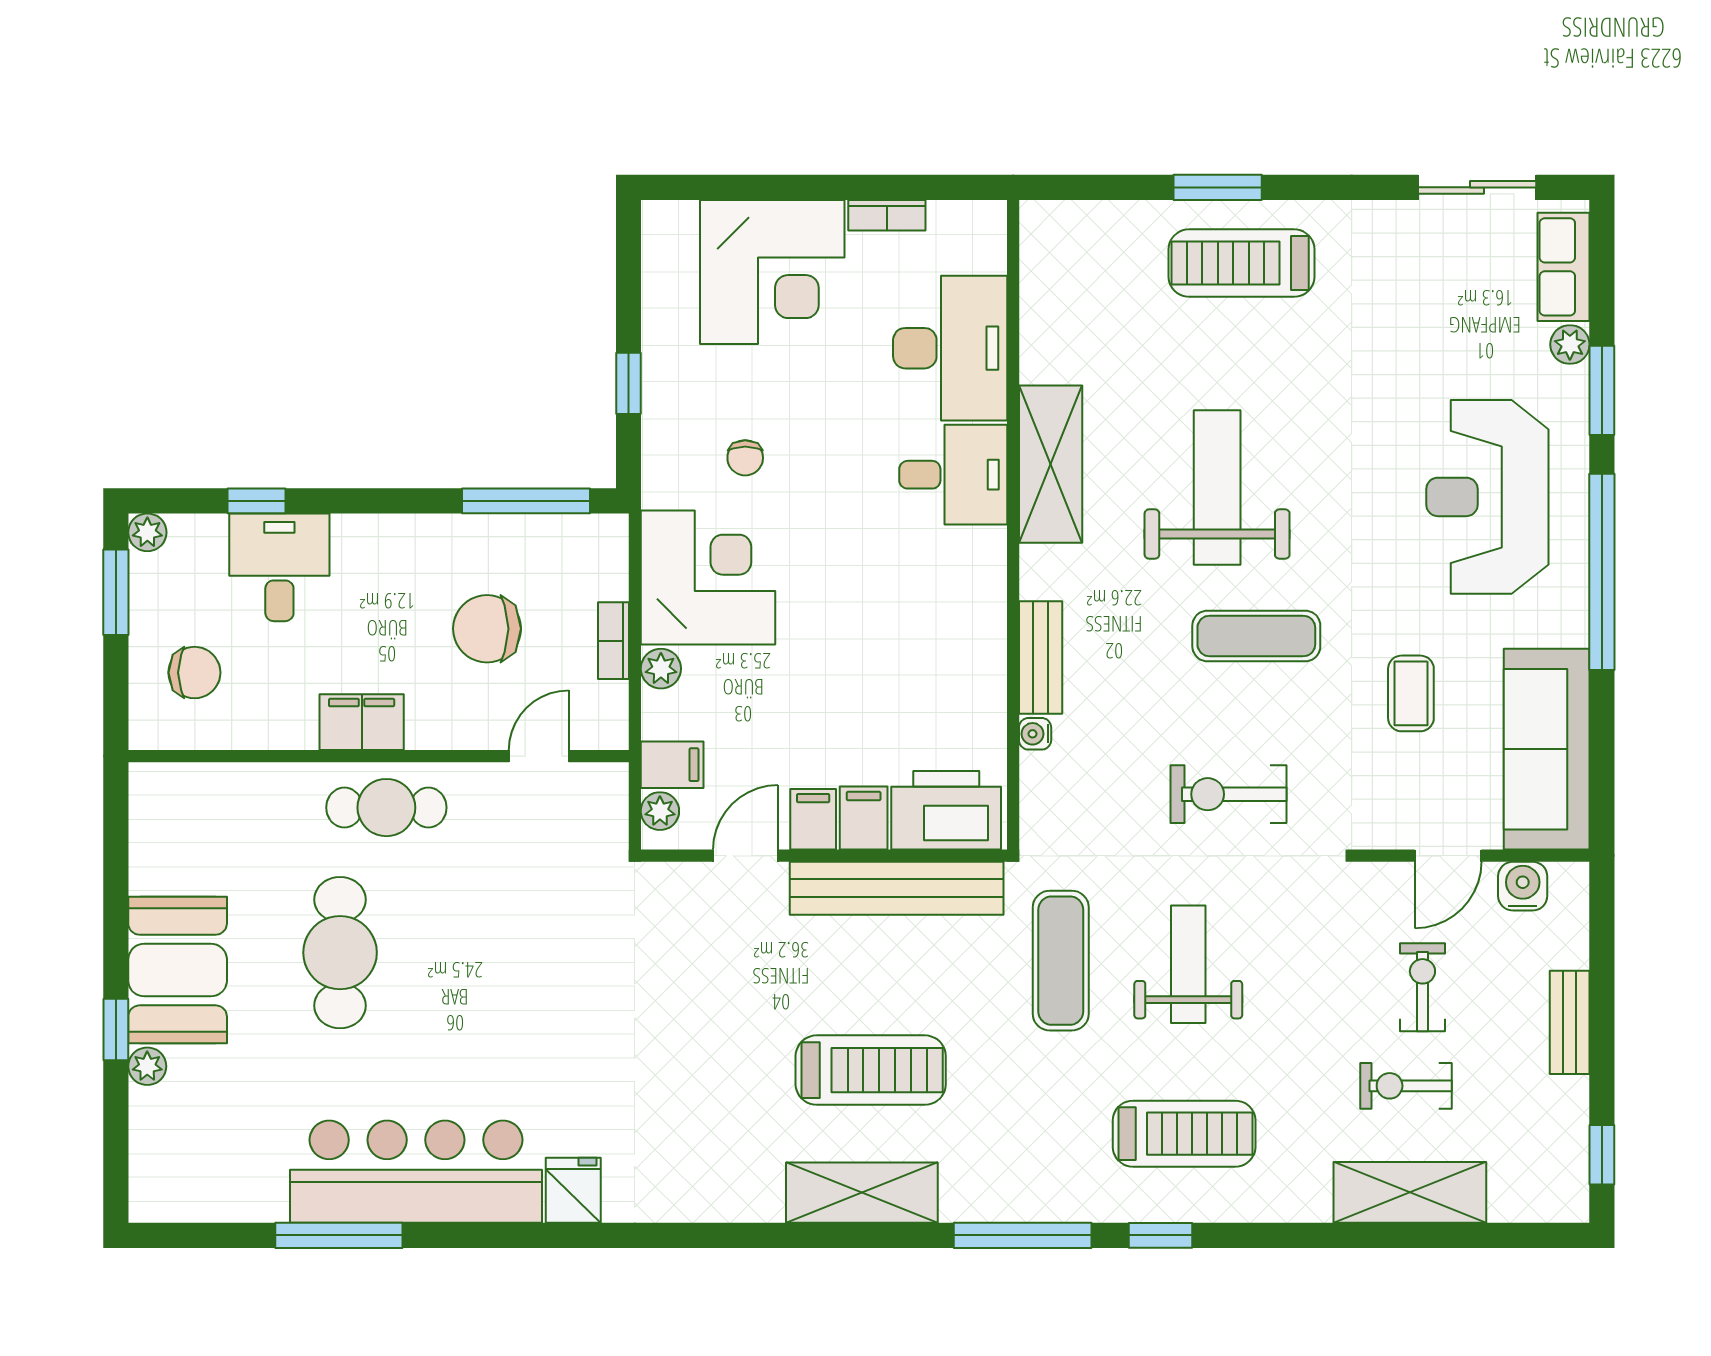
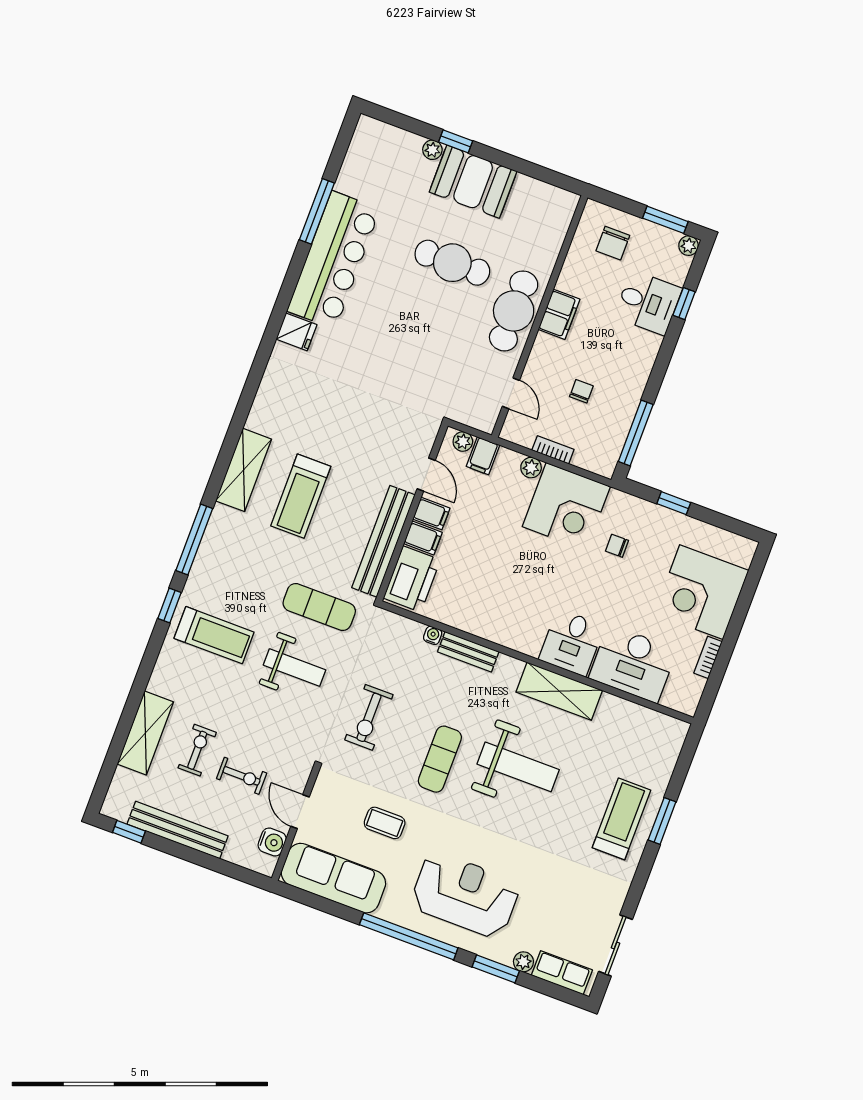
chair: (487, 629) -> (581, 391), width x0.54, depth x0.54
exercise bike: (1228, 794) -> (369, 717), turned 180
cafe table: (386, 808) -> (514, 311), width x1.37, depth x1.35
bench: (1570, 1022) -> (178, 830), width x1.86, depth x1.21
treadmill: (1184, 1134) -> (214, 635), turned -90

